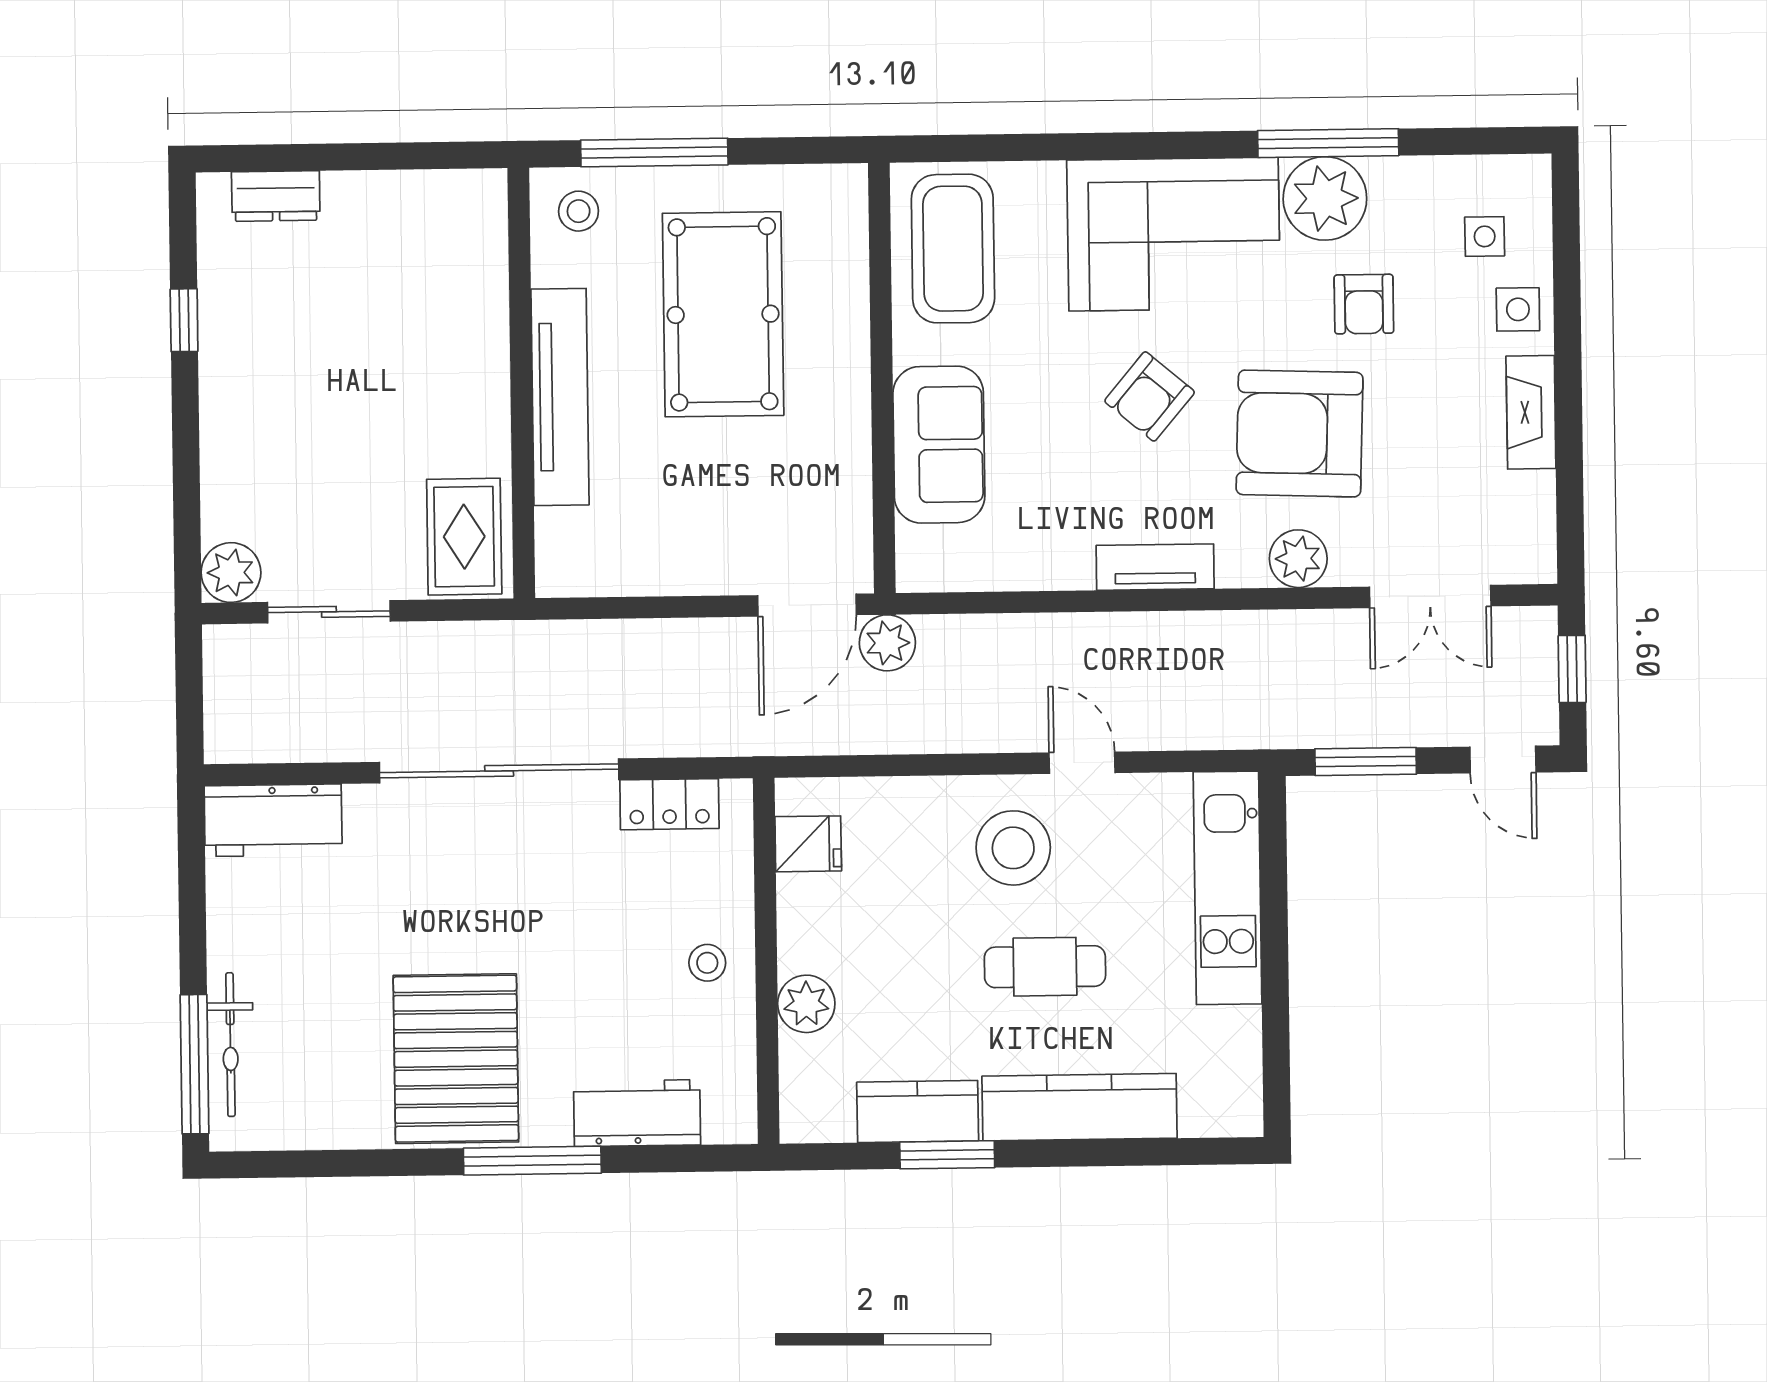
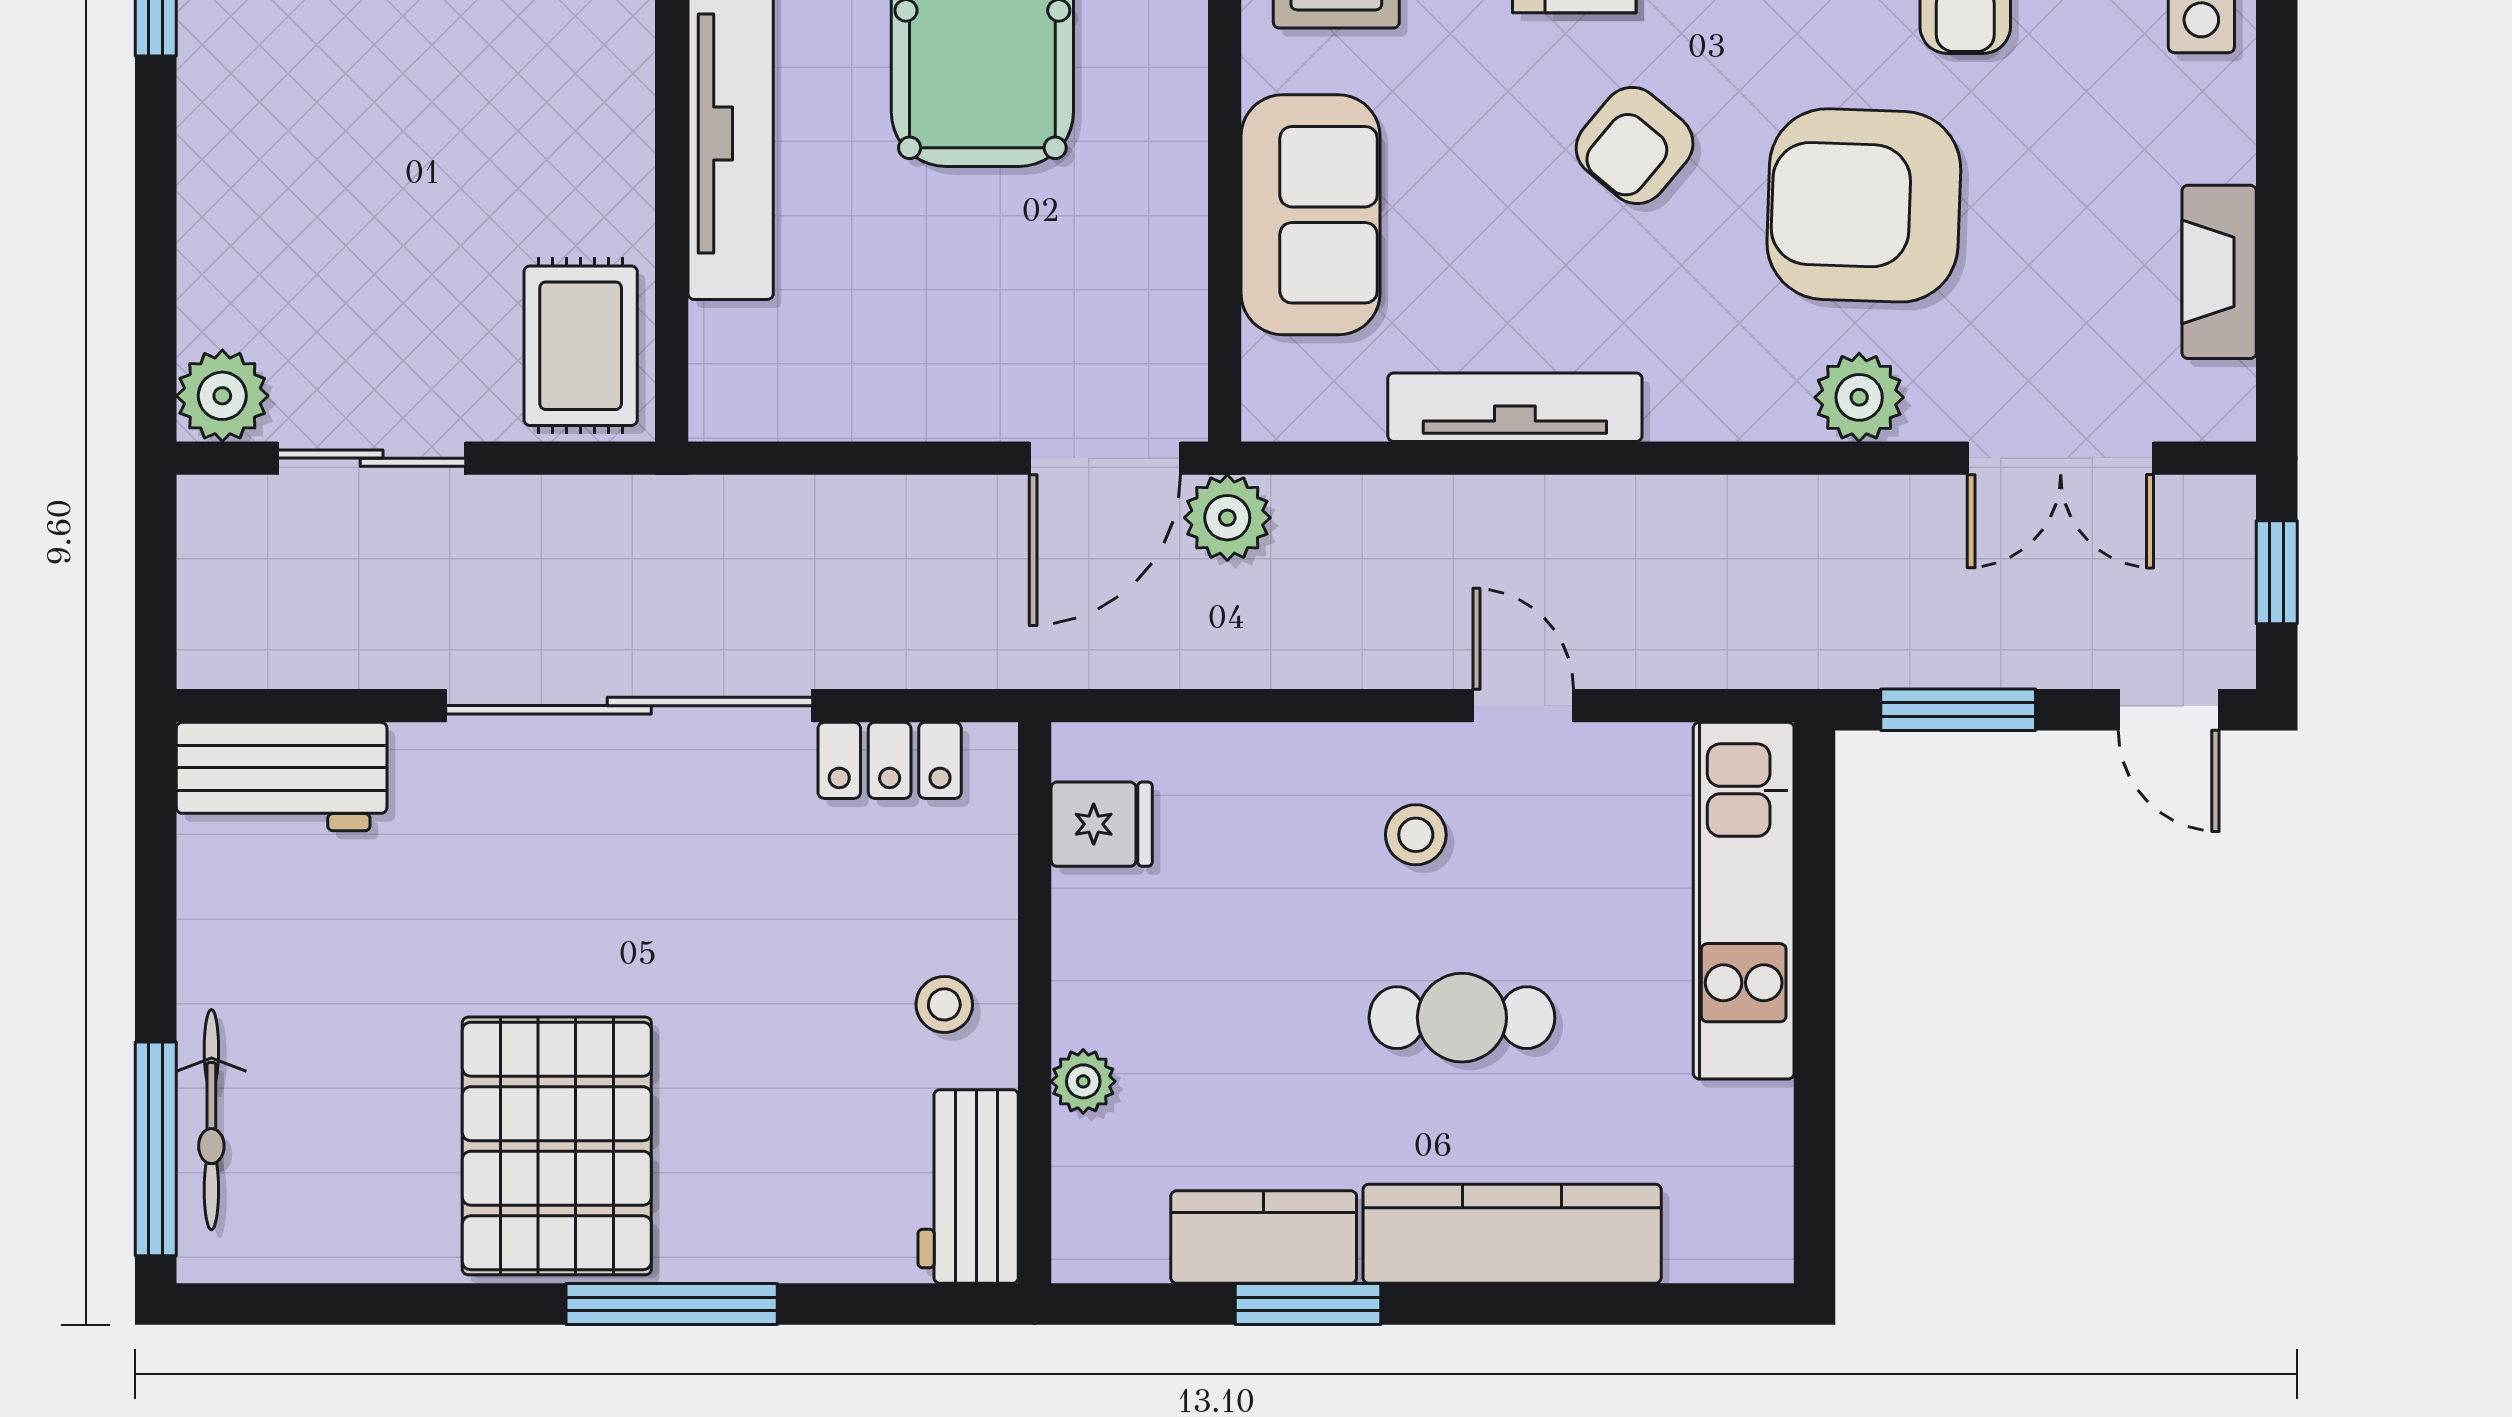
fireplace: (1531, 412) -> (2219, 272), moved
tv unit: (1155, 567) -> (1515, 407), moved, width x1.41
stool: (1013, 848) -> (1416, 835), width x0.53, depth x0.53
plant: (806, 1004) -> (1083, 1081), width x0.73, depth x0.73
workbench: (637, 1113) -> (968, 1186), moved, turned -90

